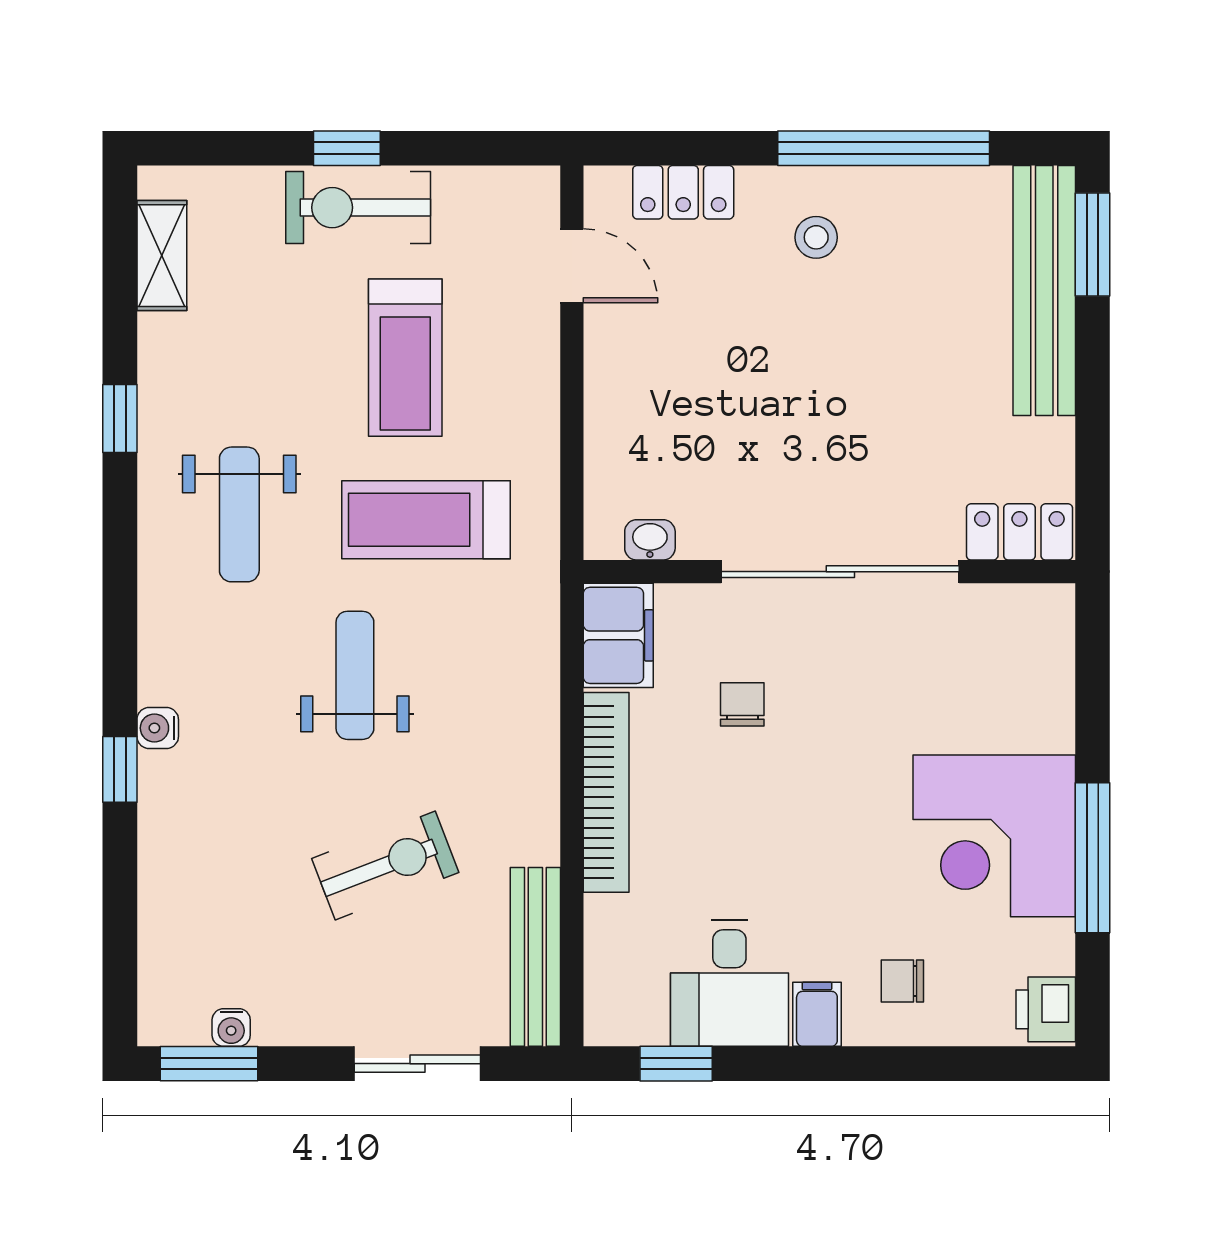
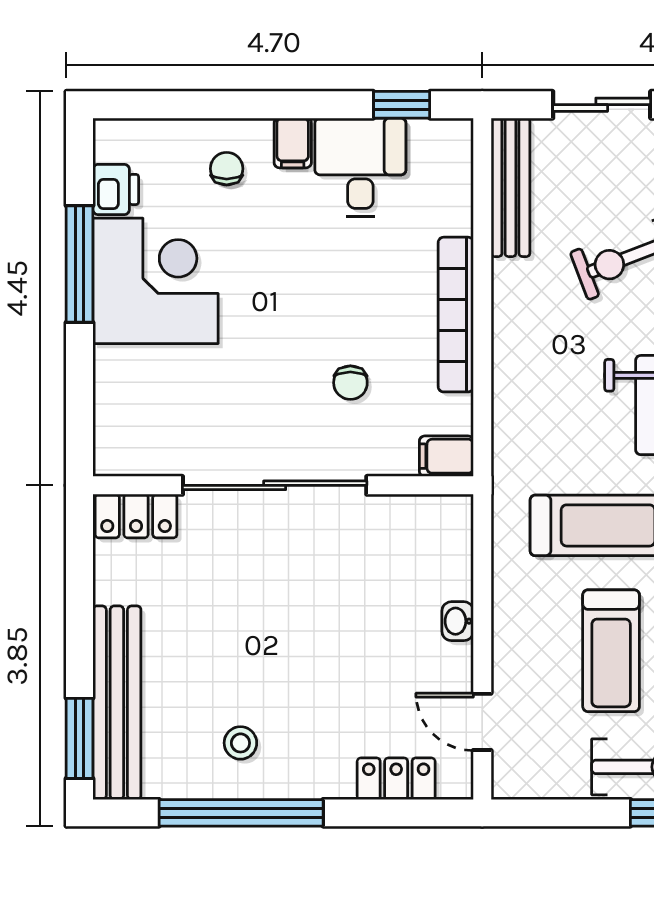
stool: (816, 237) -> (240, 743), moved
treadmill: (405, 358) -> (611, 651), turned 180
washbasin: (650, 540) -> (458, 621), moved, turned 90
filing cabinet: (618, 635) -> (446, 456), width x0.50
chair: (902, 981) -> (227, 169), turned -90
printer: (1046, 1009) -> (116, 189), moved

